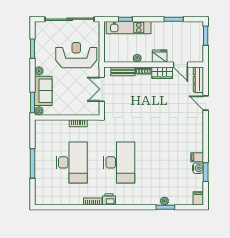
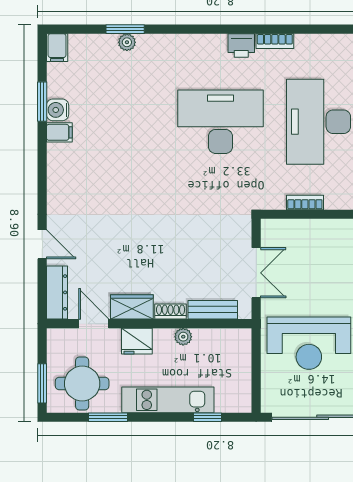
kitchen unit: (129, 28) -> (168, 400), moved
round table: (186, 36) -> (82, 384), added
desk: (119, 162) -> (220, 122), turned 90

